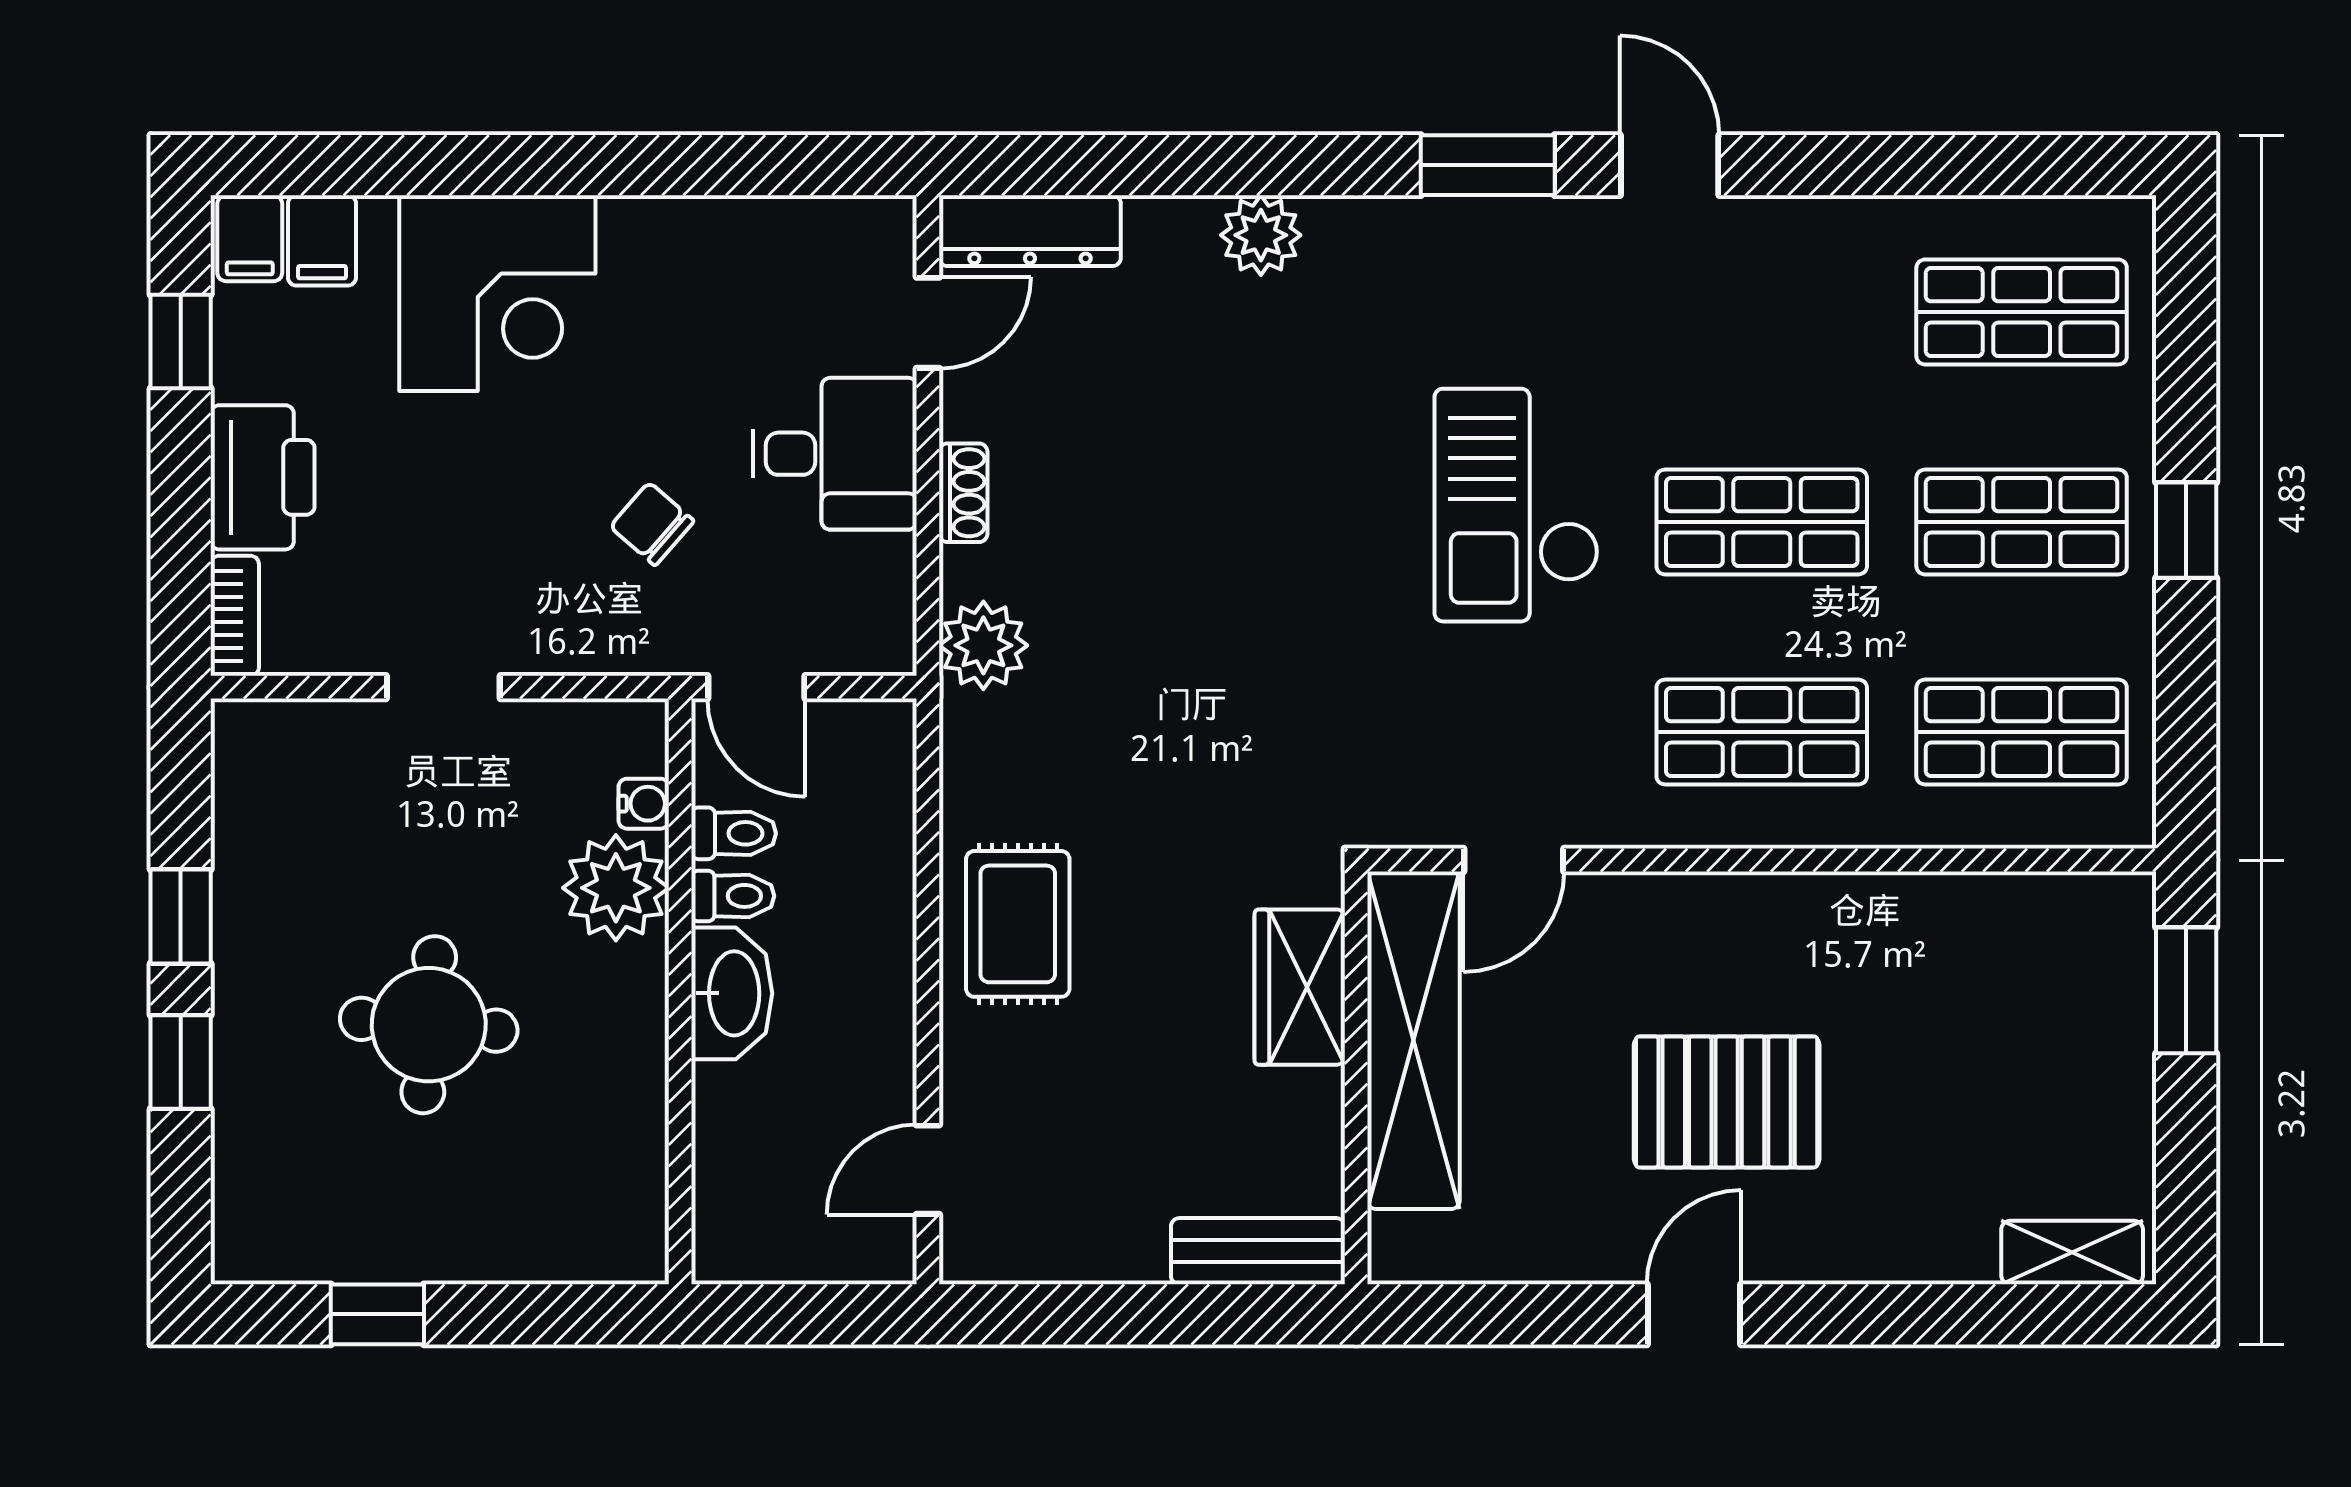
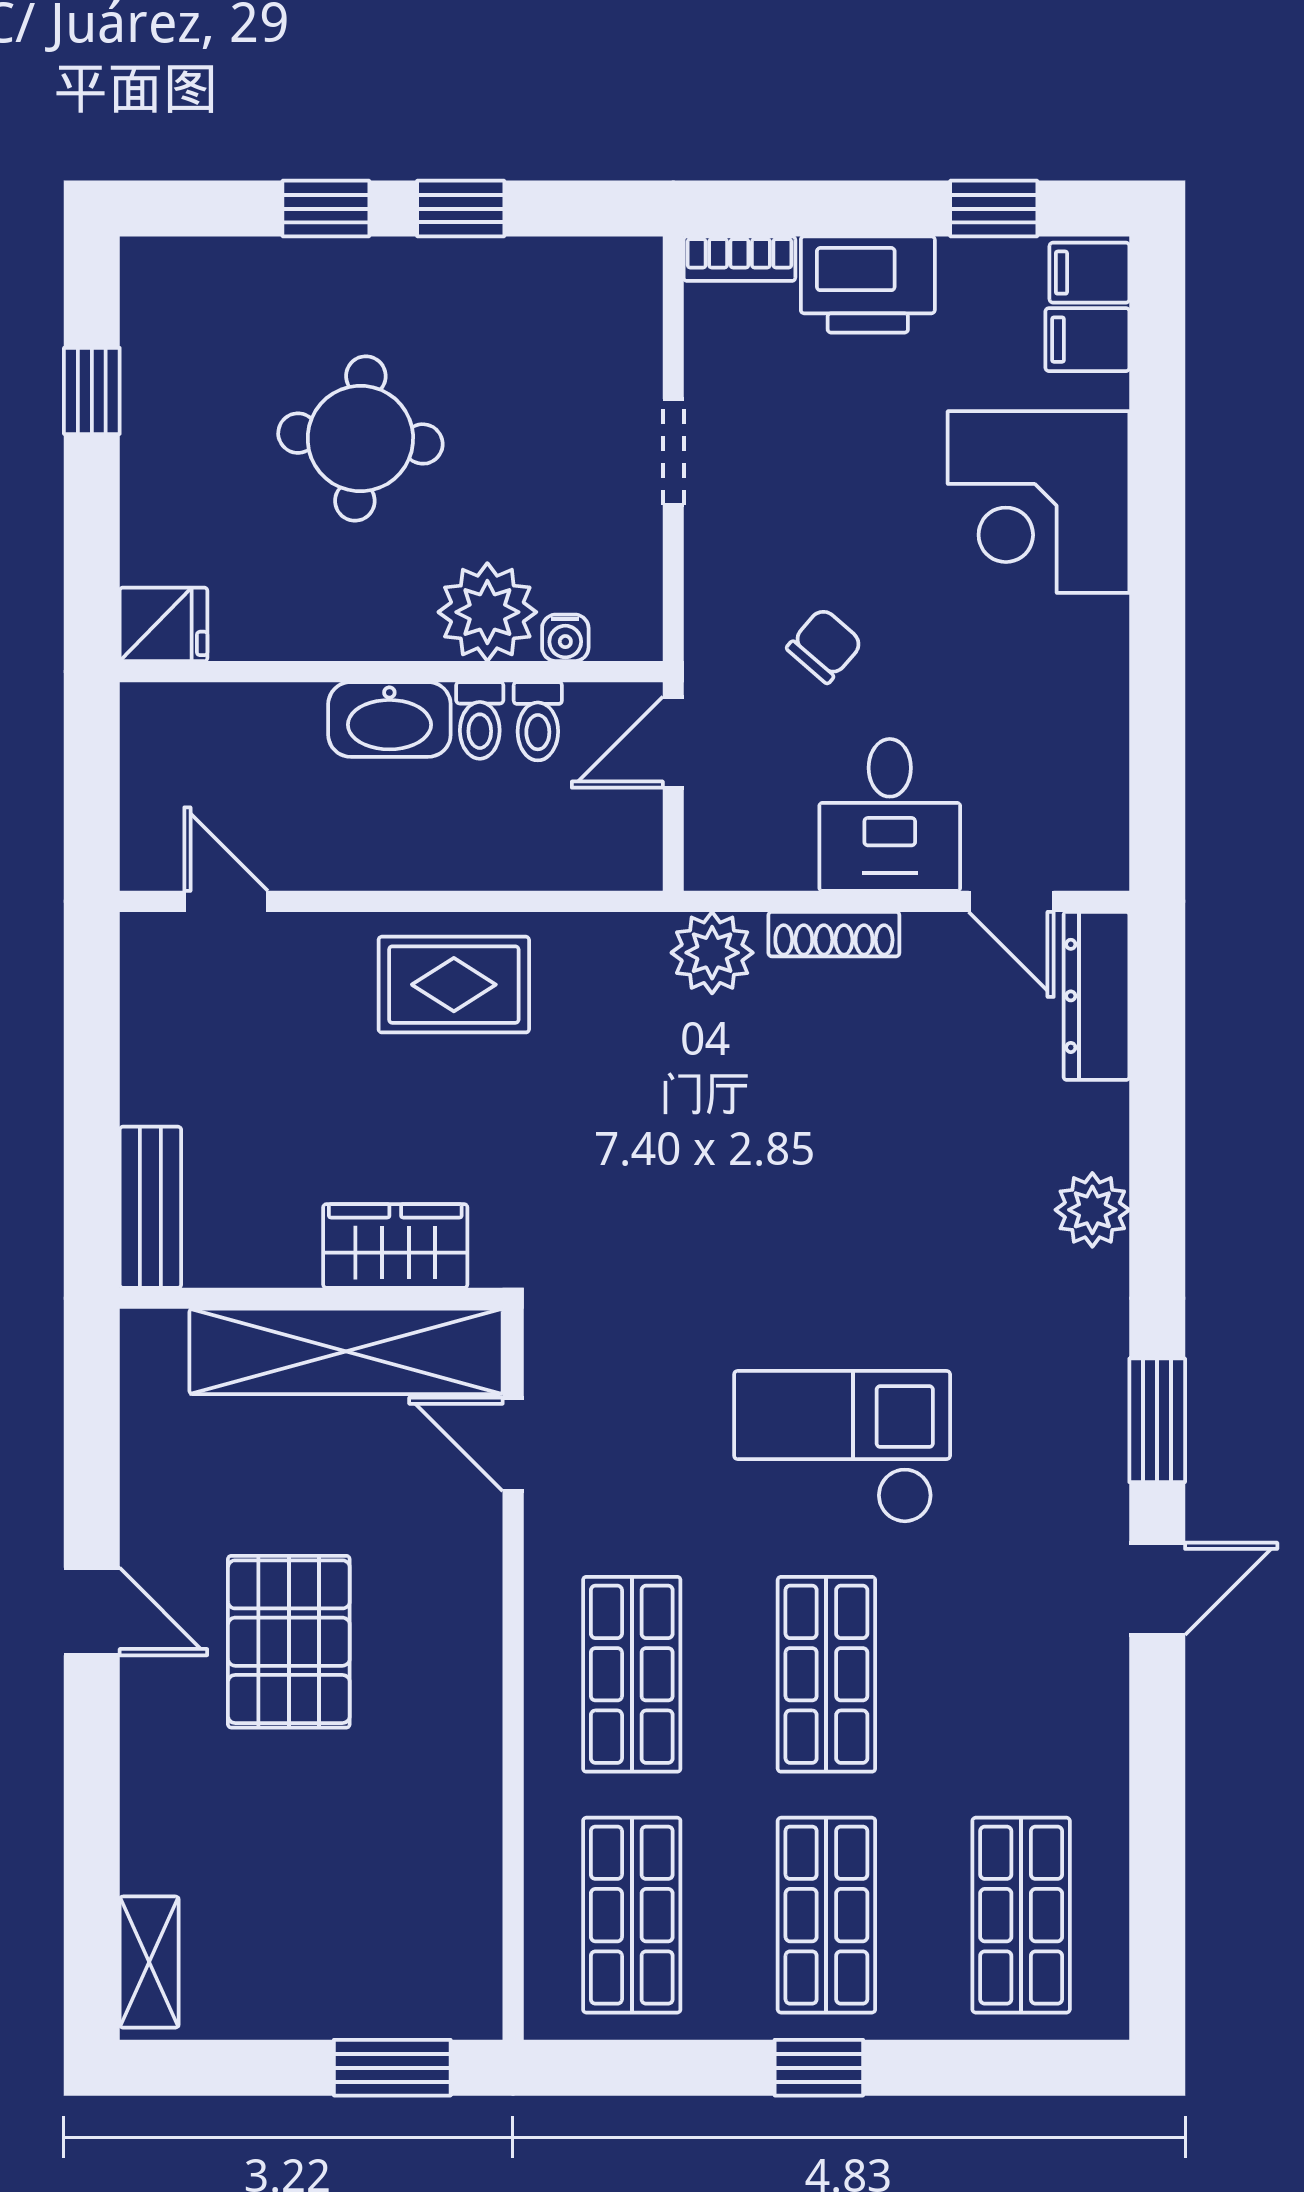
shoe rack: (963, 493) -> (834, 934), width x1.43
fridge: (629, 1237) -> (164, 624), added

